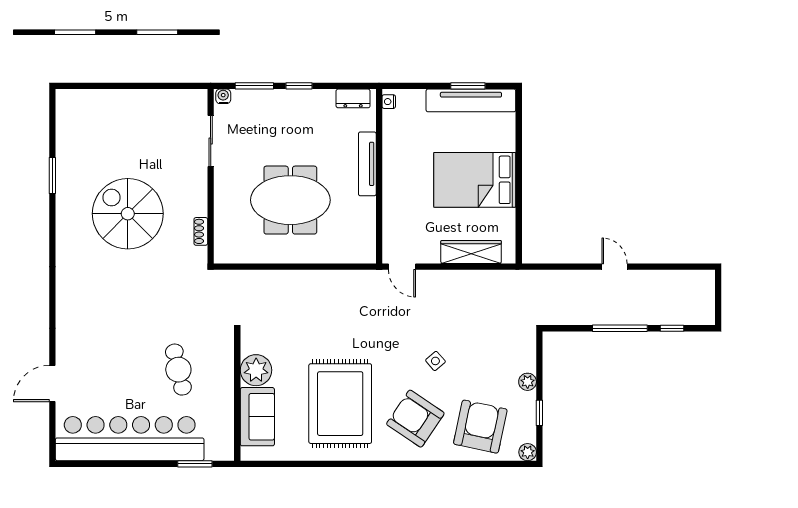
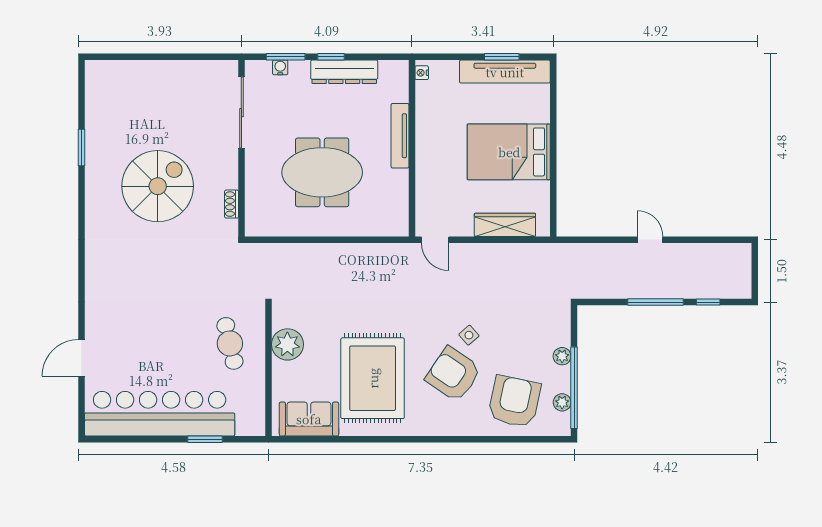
water cooler: (223, 96) -> (280, 67), moved
dresser: (353, 98) -> (344, 72), moved, width x1.96, depth x1.24
sliding door: (211, 141) -> (241, 113), width x1.37
spiral stairs: (128, 214) -> (158, 186), turned 90
cafe table: (178, 370) -> (230, 343), moved
window: (539, 413) -> (574, 388), width x3.17
sofa: (257, 417) -> (309, 419), moved, turned -90
armchair: (415, 419) -> (453, 374), moved
plant: (528, 452) -> (562, 402), moved
window: (195, 464) -> (205, 439), moved

